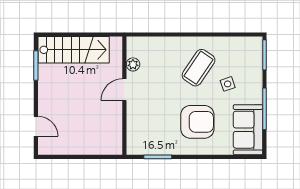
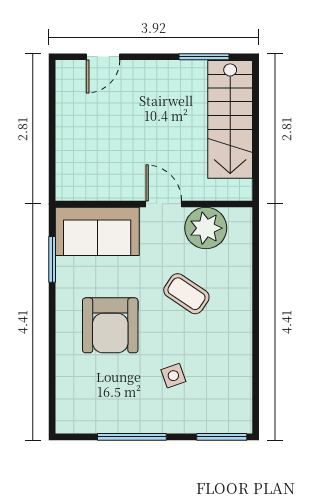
plant: (133, 64) -> (206, 228), width x1.88, depth x1.88
coffee table: (199, 68) -> (186, 294), moved, width x0.73, depth x0.77
sofa: (248, 130) -> (97, 231), moved, turned 180

